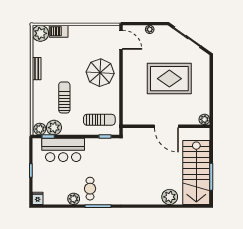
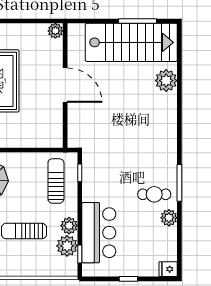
door: (166, 126) -> (65, 85), hinge flipped
plant: (40, 129) -> (69, 226), moved

